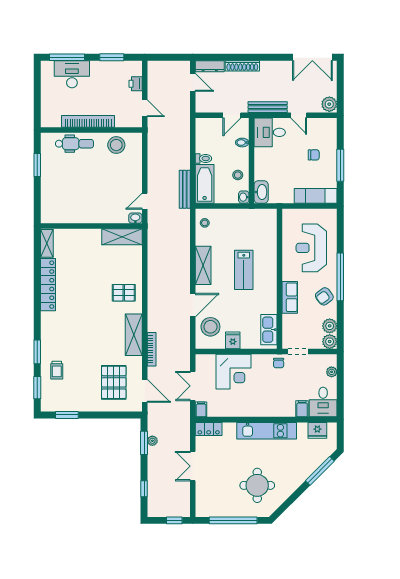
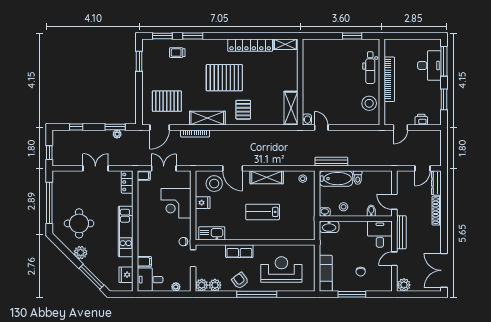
pallet: (86, 315) -> (224, 78), added
plant: (291, 484) -> (81, 253), added

